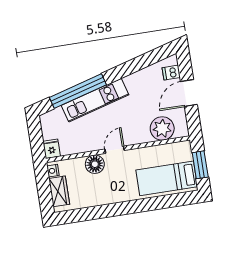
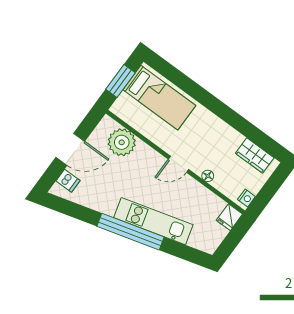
window: (78, 91) -> (131, 232), moved
floor lamp: (95, 164) -> (208, 176), width x0.53, depth x0.53
wardrobe: (59, 191) -> (255, 156), moved, turned -90

